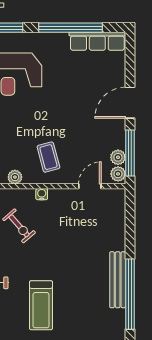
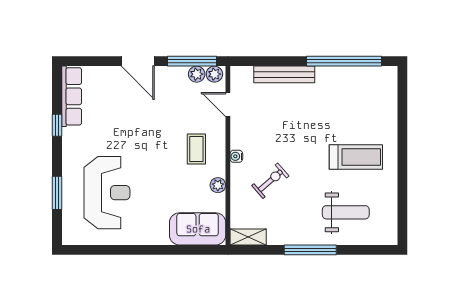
window: (71, 28) -> (57, 125), width x0.32
coffee table: (48, 157) -> (196, 149), turned -75
bench: (118, 280) -> (284, 74), moved

